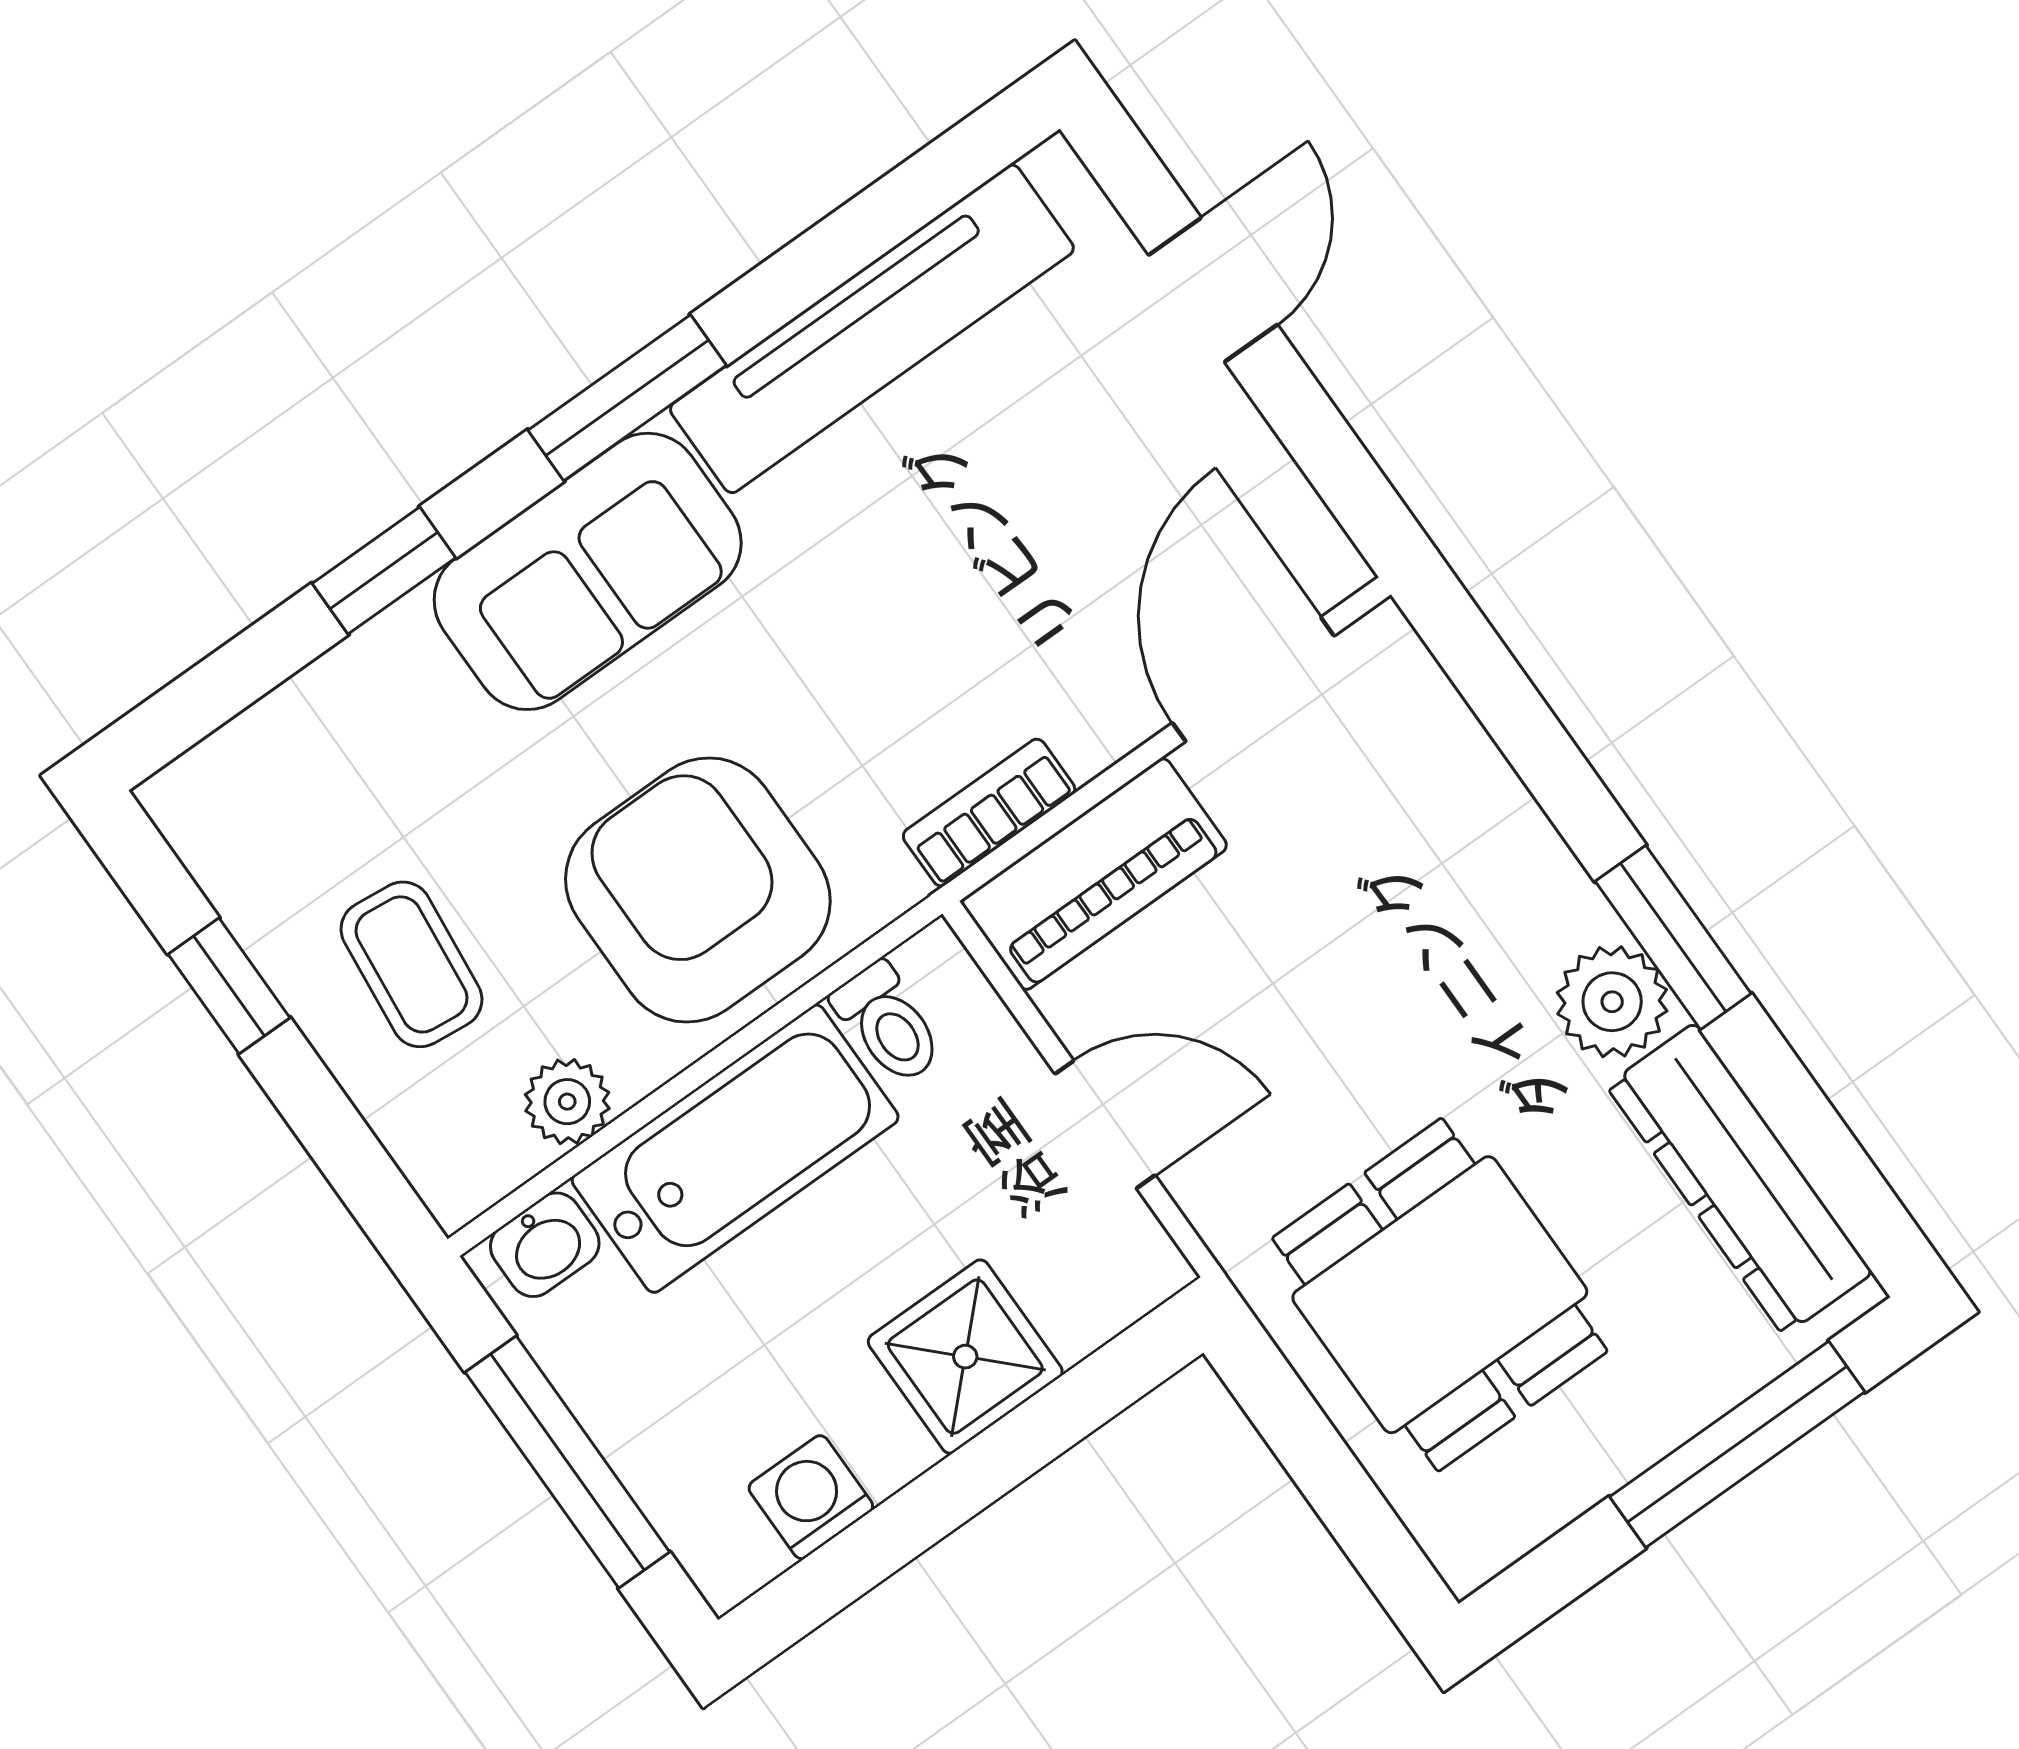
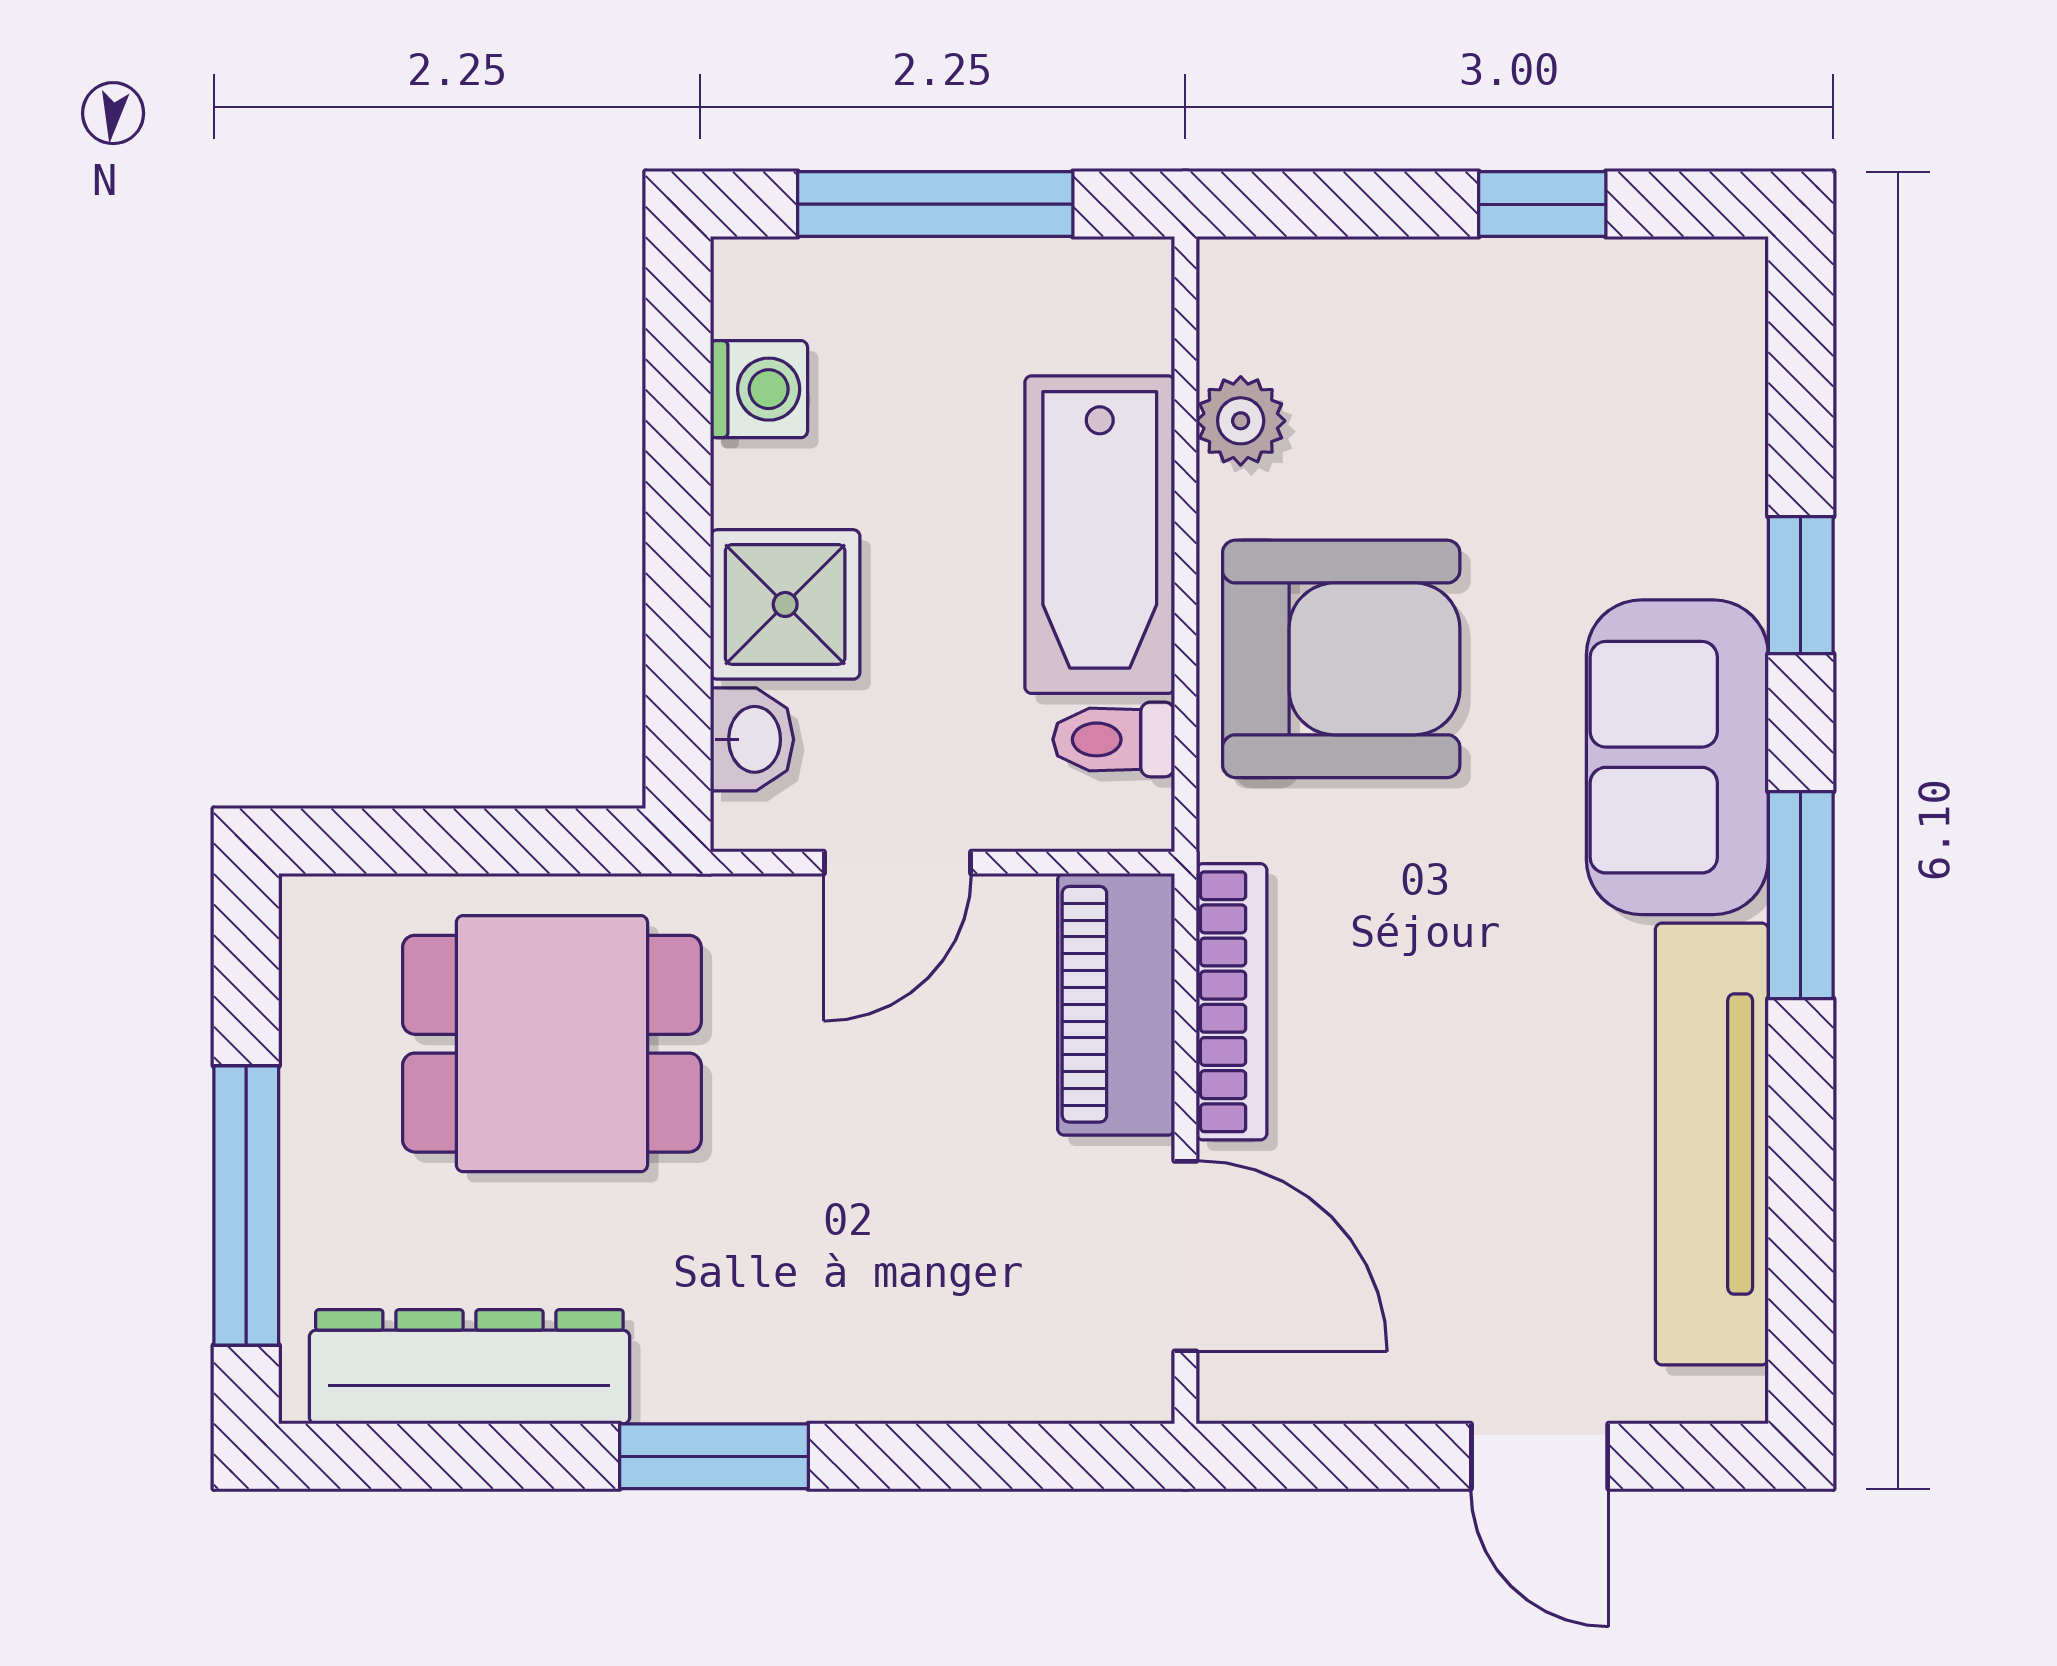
bookcase: (989, 813) -> (1232, 1002), width x1.56
coffee table: (411, 964) -> (1451, 371), removed
plant: (1612, 1002) -> (696, 1366), removed
washbasin: (545, 1245) -> (752, 739), moved, turned 180

